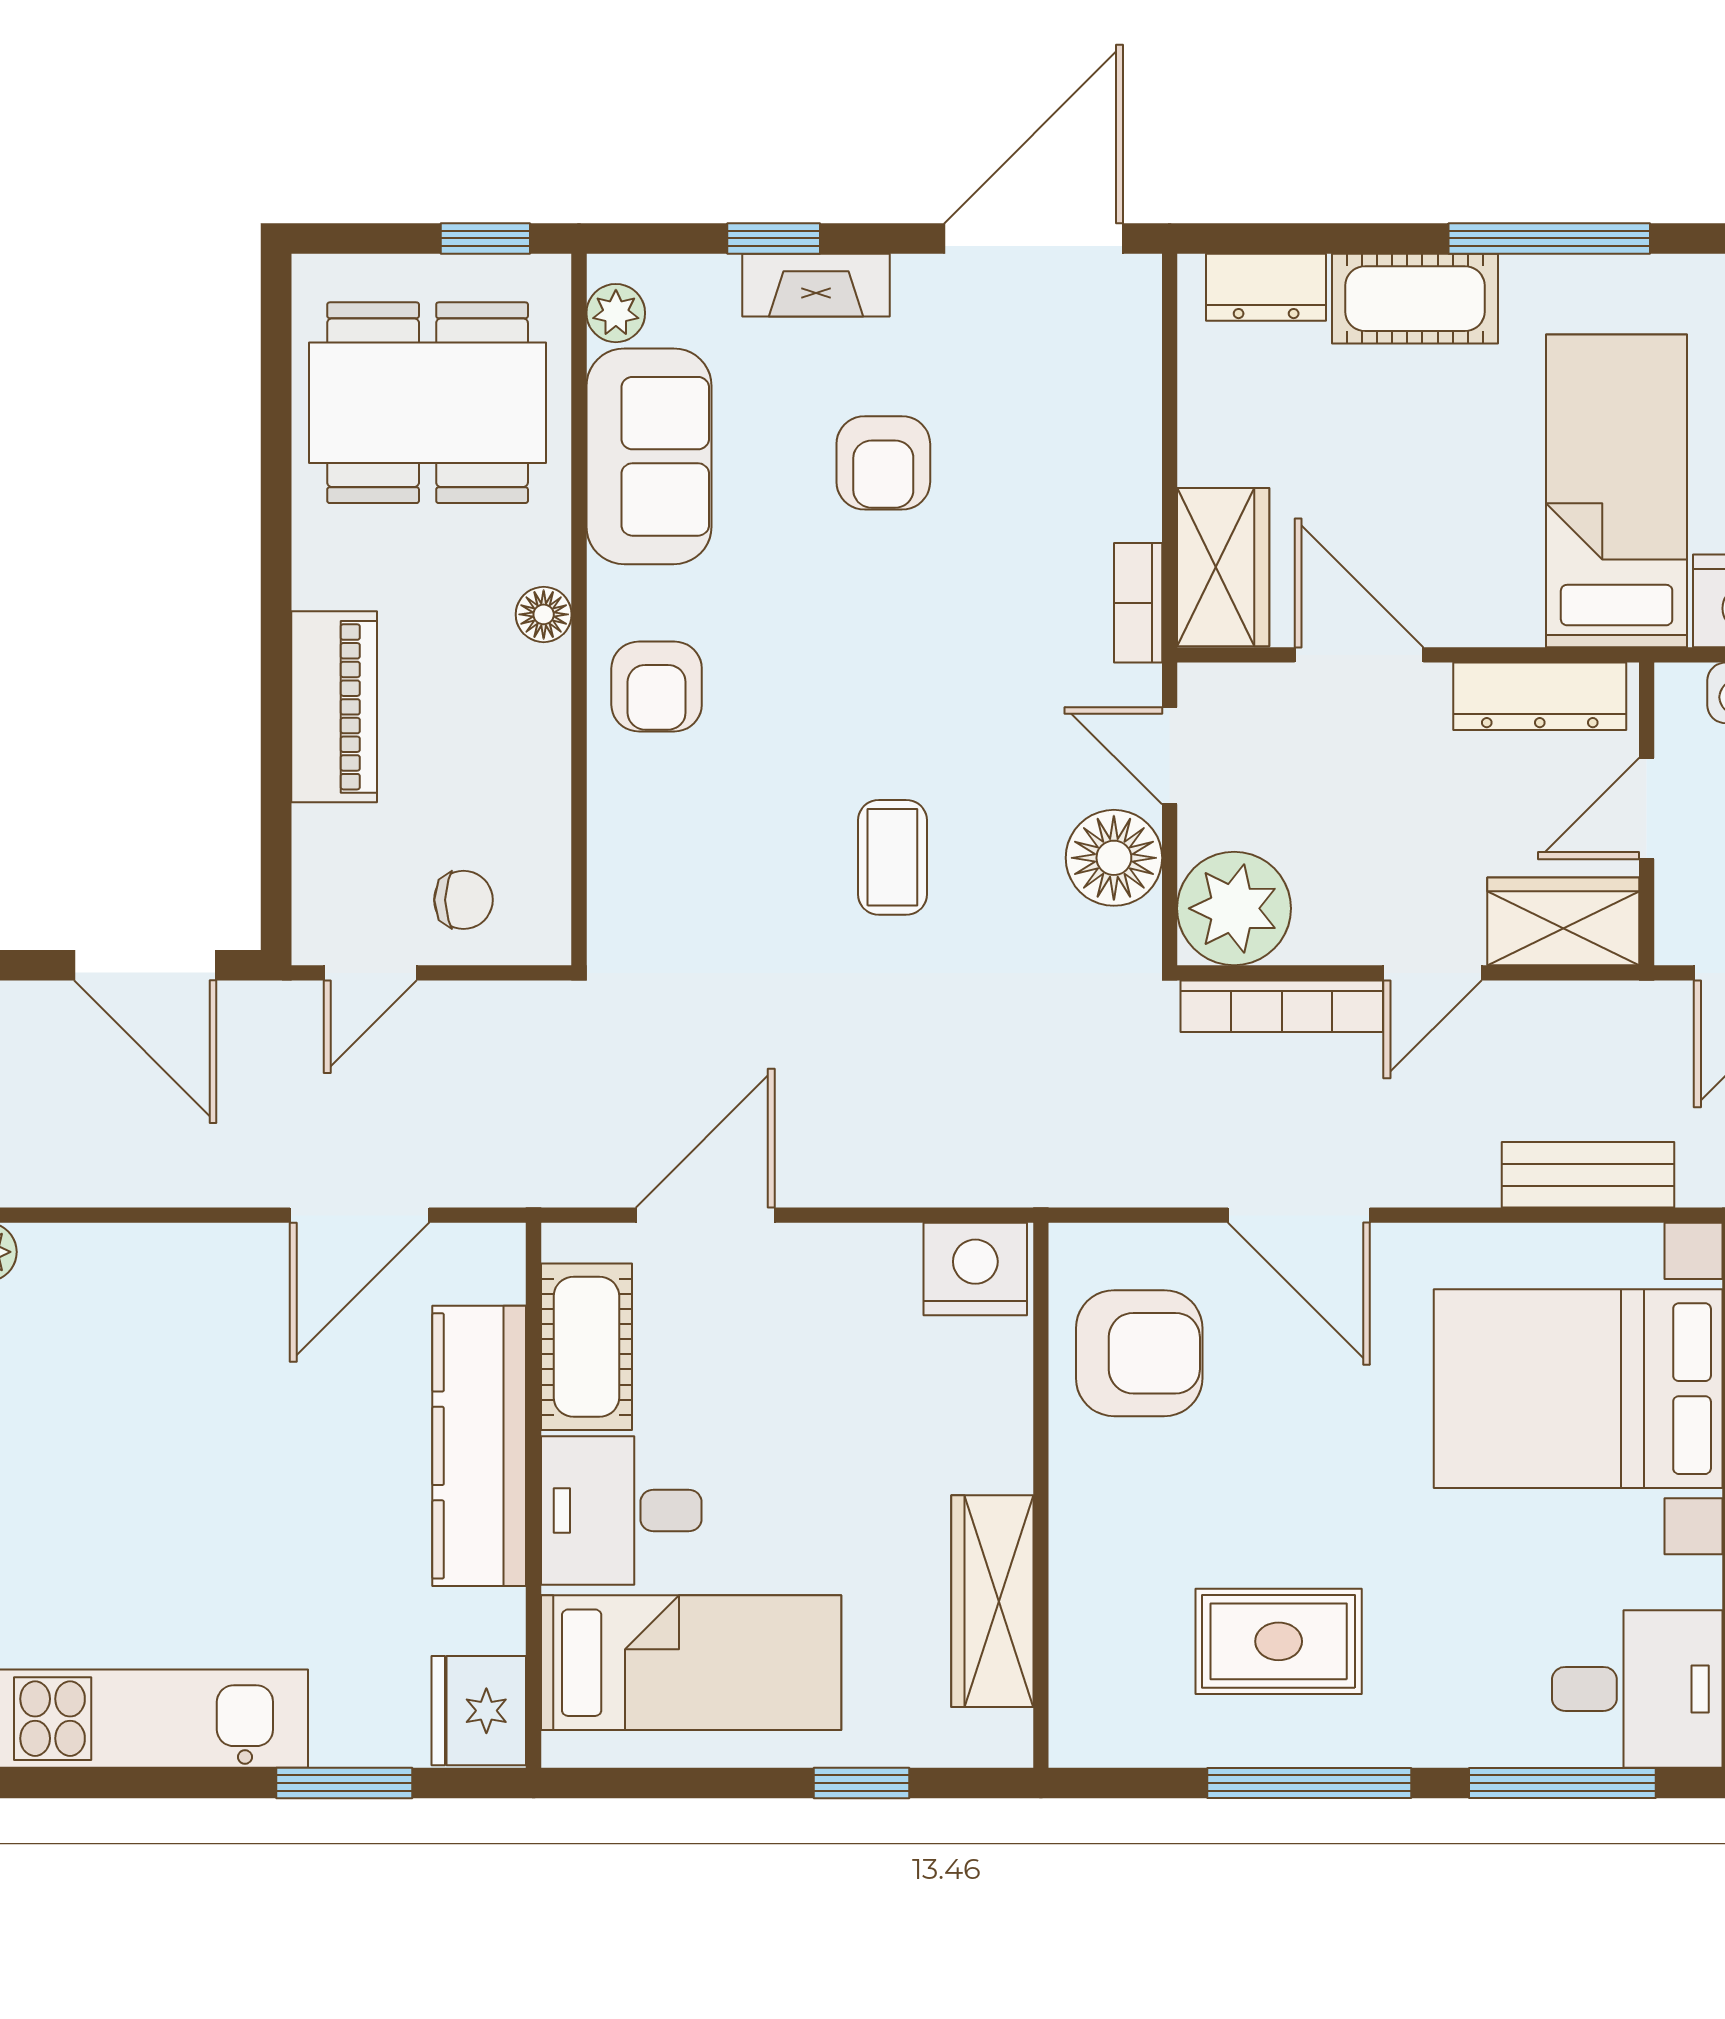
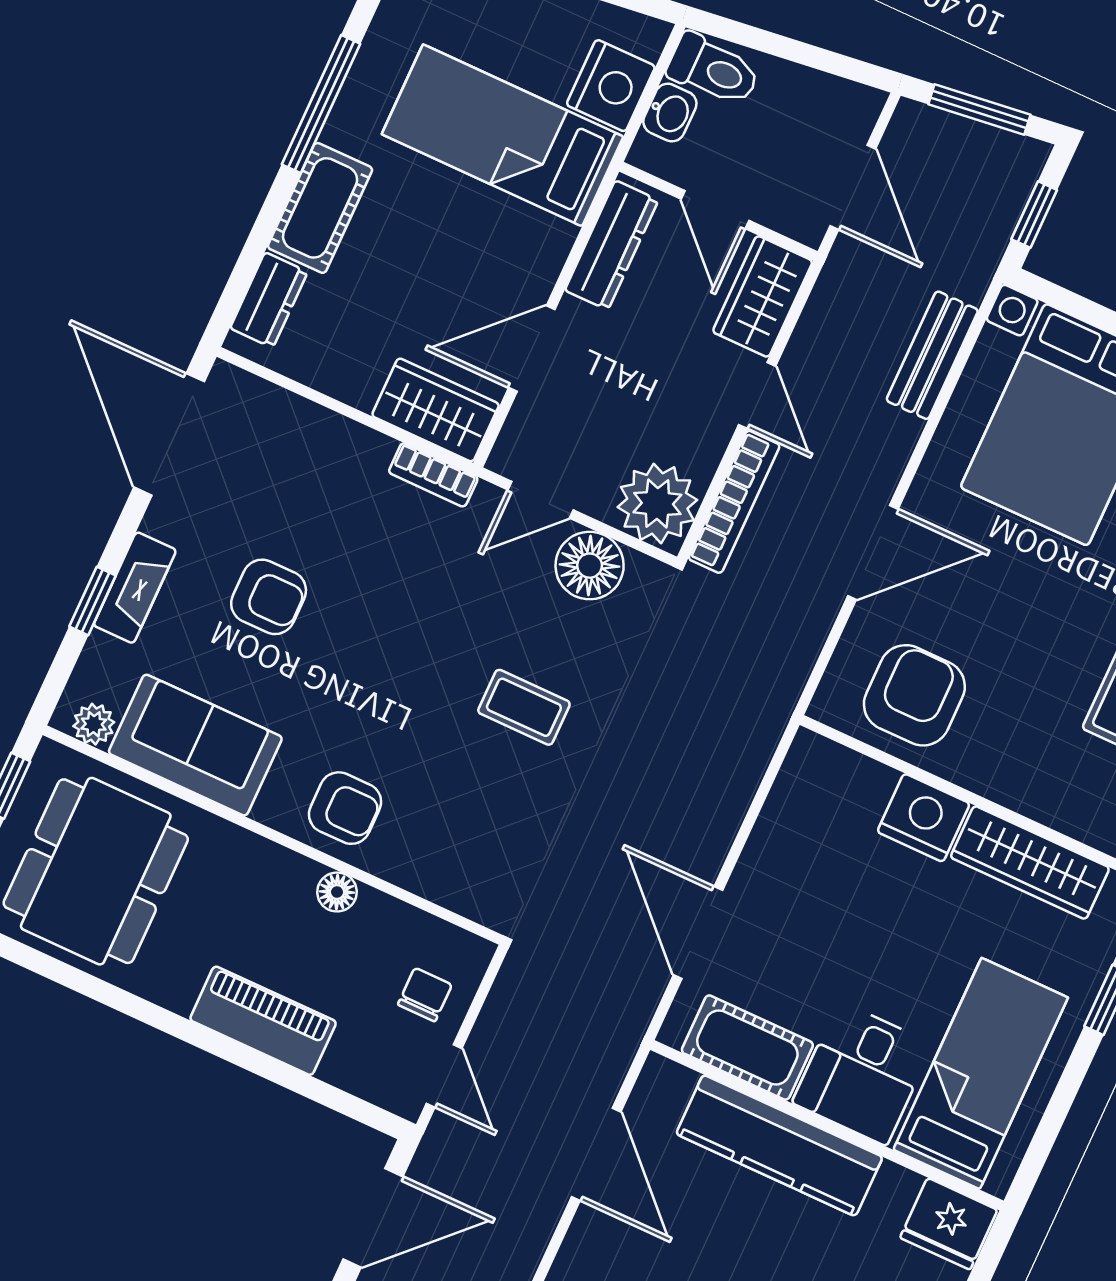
floor lamp: (544, 614) -> (337, 892), moved
nightstand: (975, 1269) -> (924, 818), moved, turned 90

